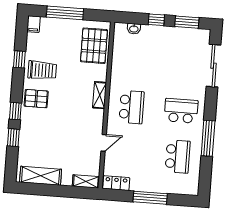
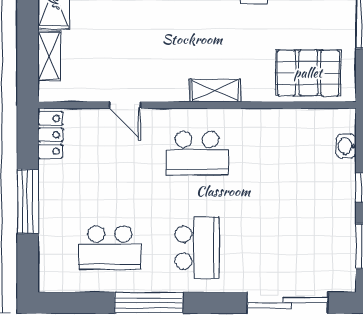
shelving: (86, 181) -> (49, 56), moved

